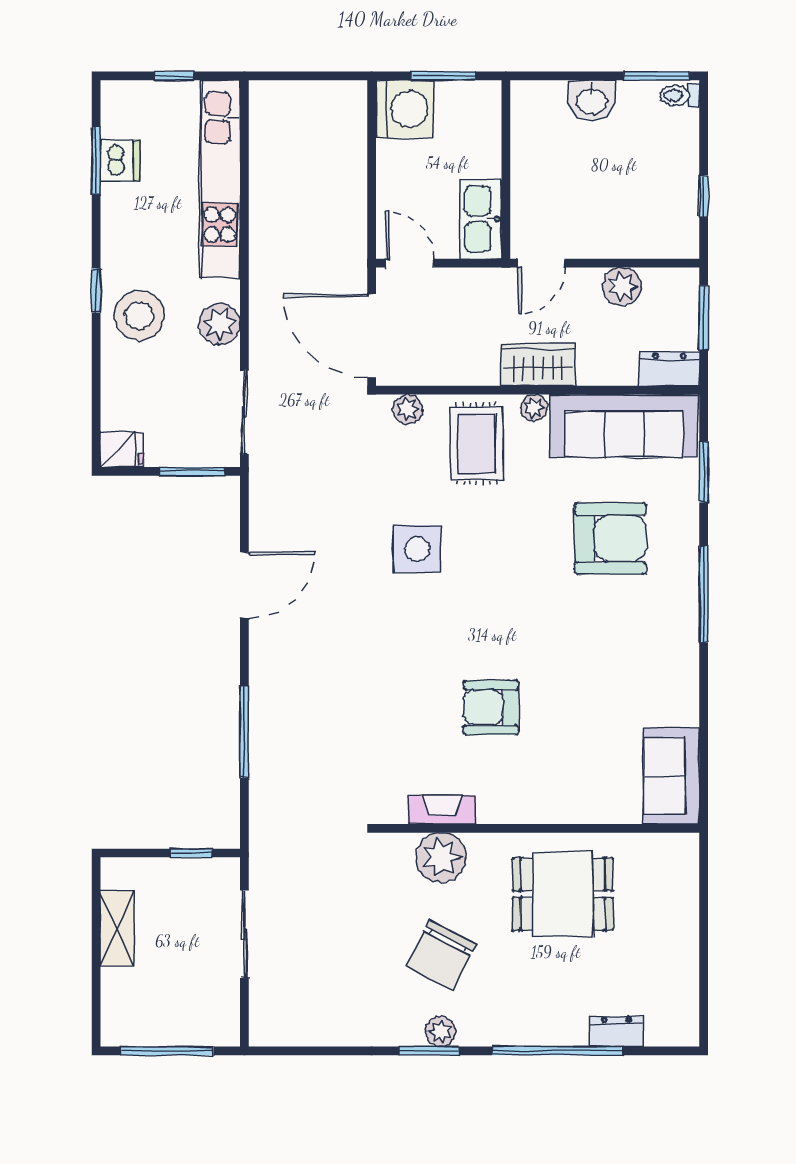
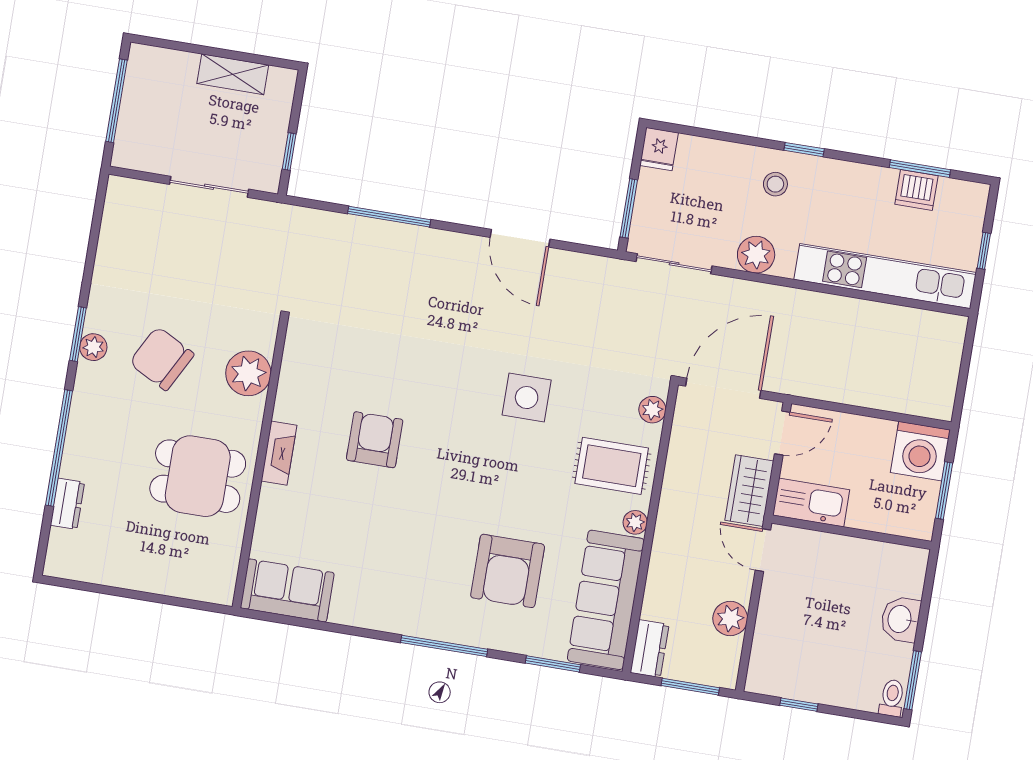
stool: (139, 316) -> (775, 184), width x0.53, depth x0.53
wardrobe: (538, 365) -> (749, 491), moved, turned 180
fireplace: (442, 810) -> (279, 453), moved
dining table: (563, 894) -> (198, 476), turned 90

